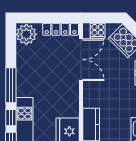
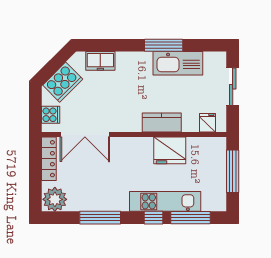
double door: (81, 60) -> (85, 135), swing flipped
window: (11, 85) -> (100, 218), moved

